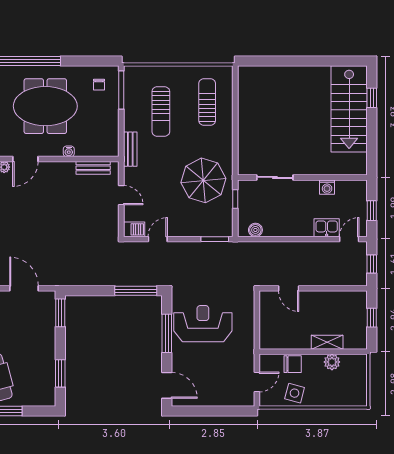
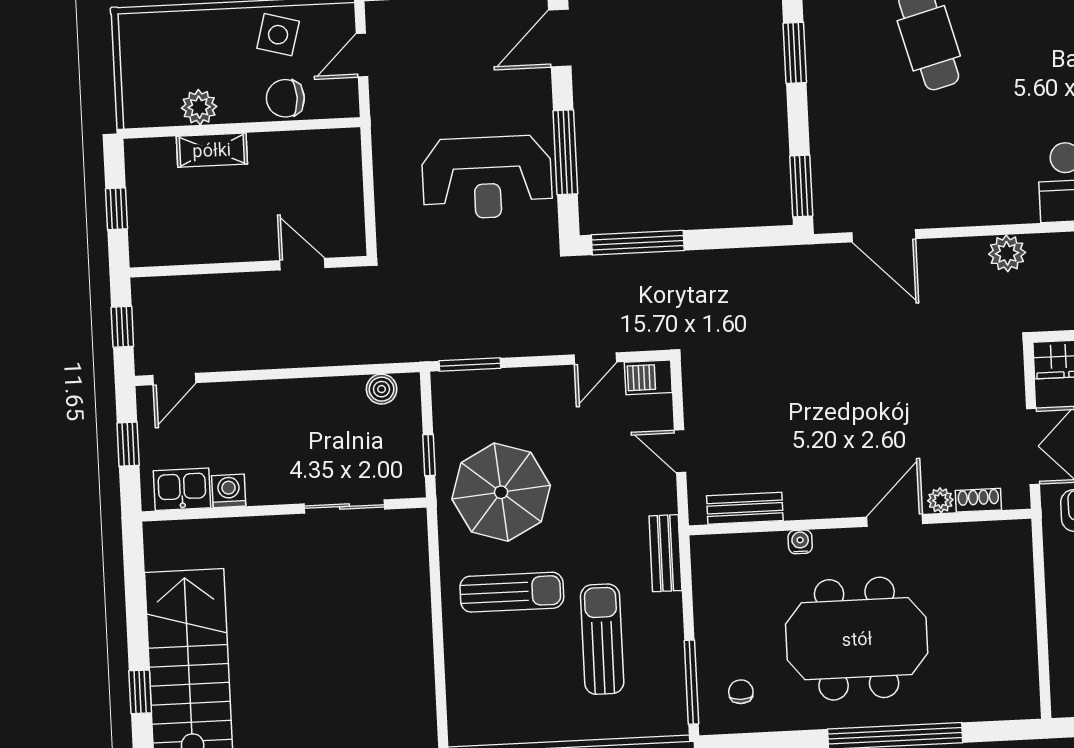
sun lounger: (207, 102) -> (512, 592), moved, turned -90
kitchen sink: (327, 228) -> (182, 489), moved, turned 180
door: (167, 385) -> (560, 38), hinge flipped

